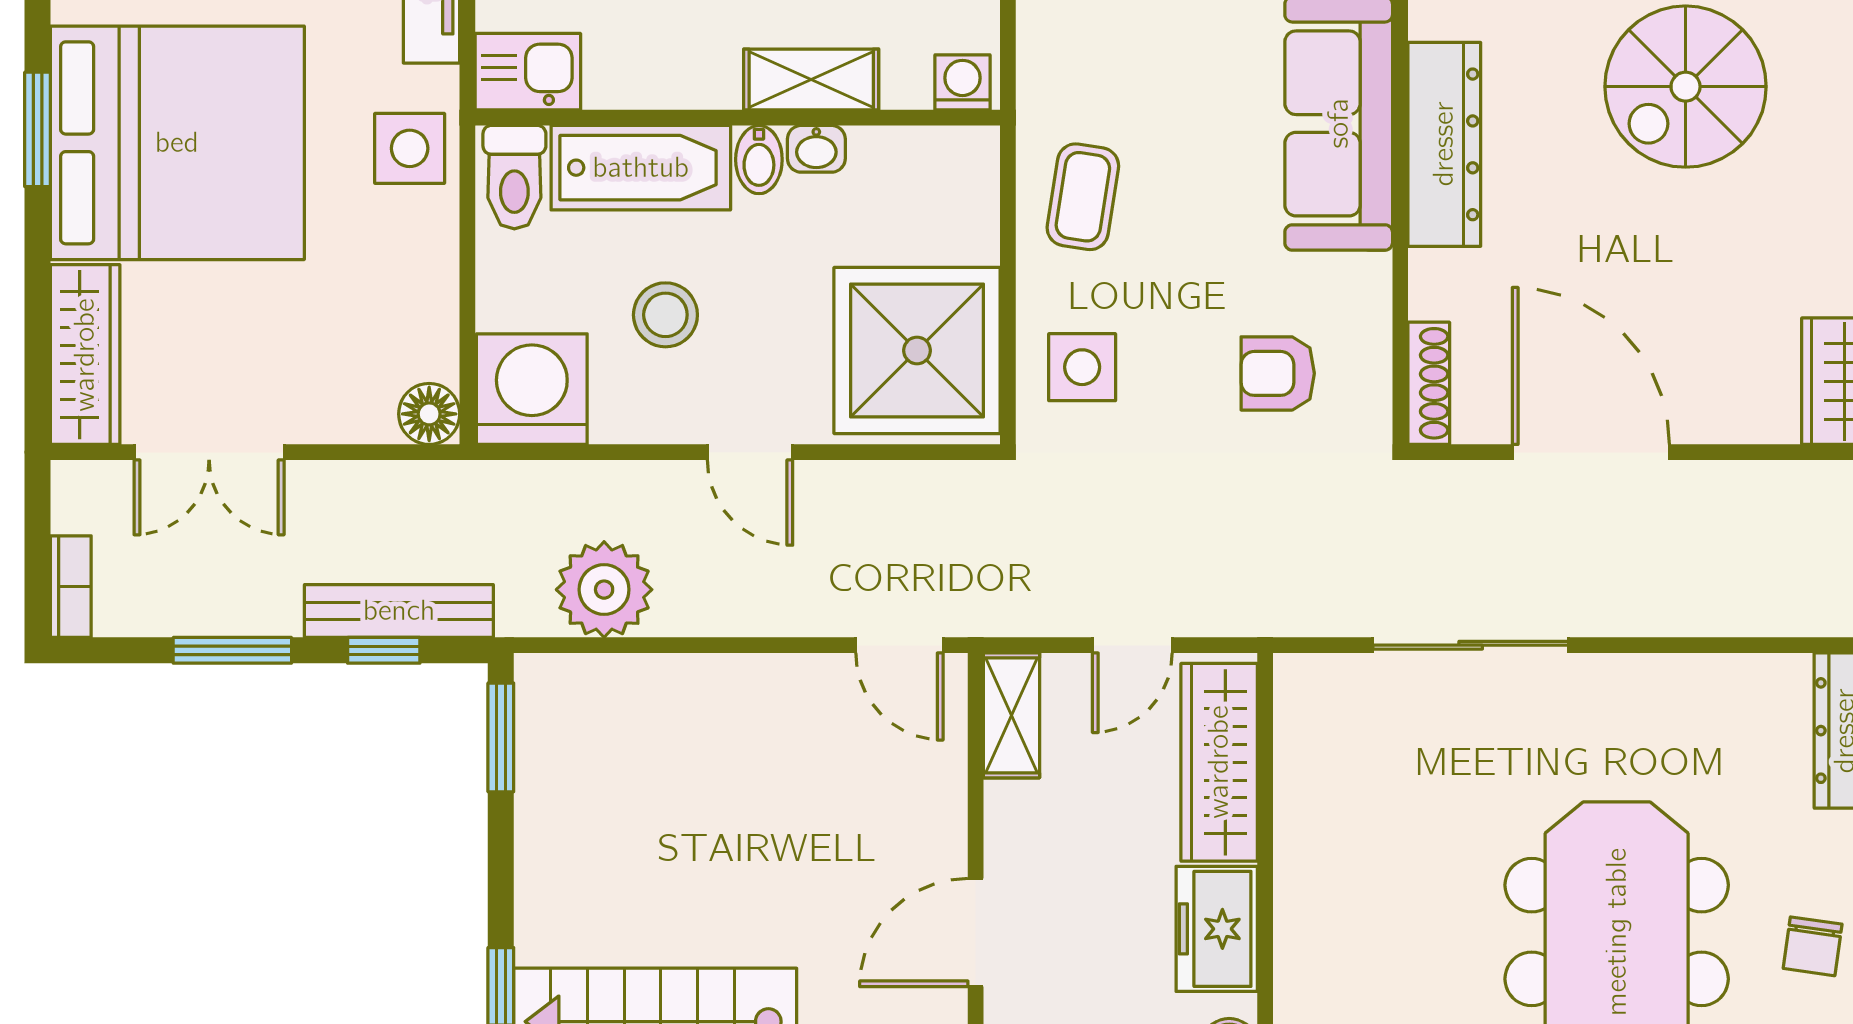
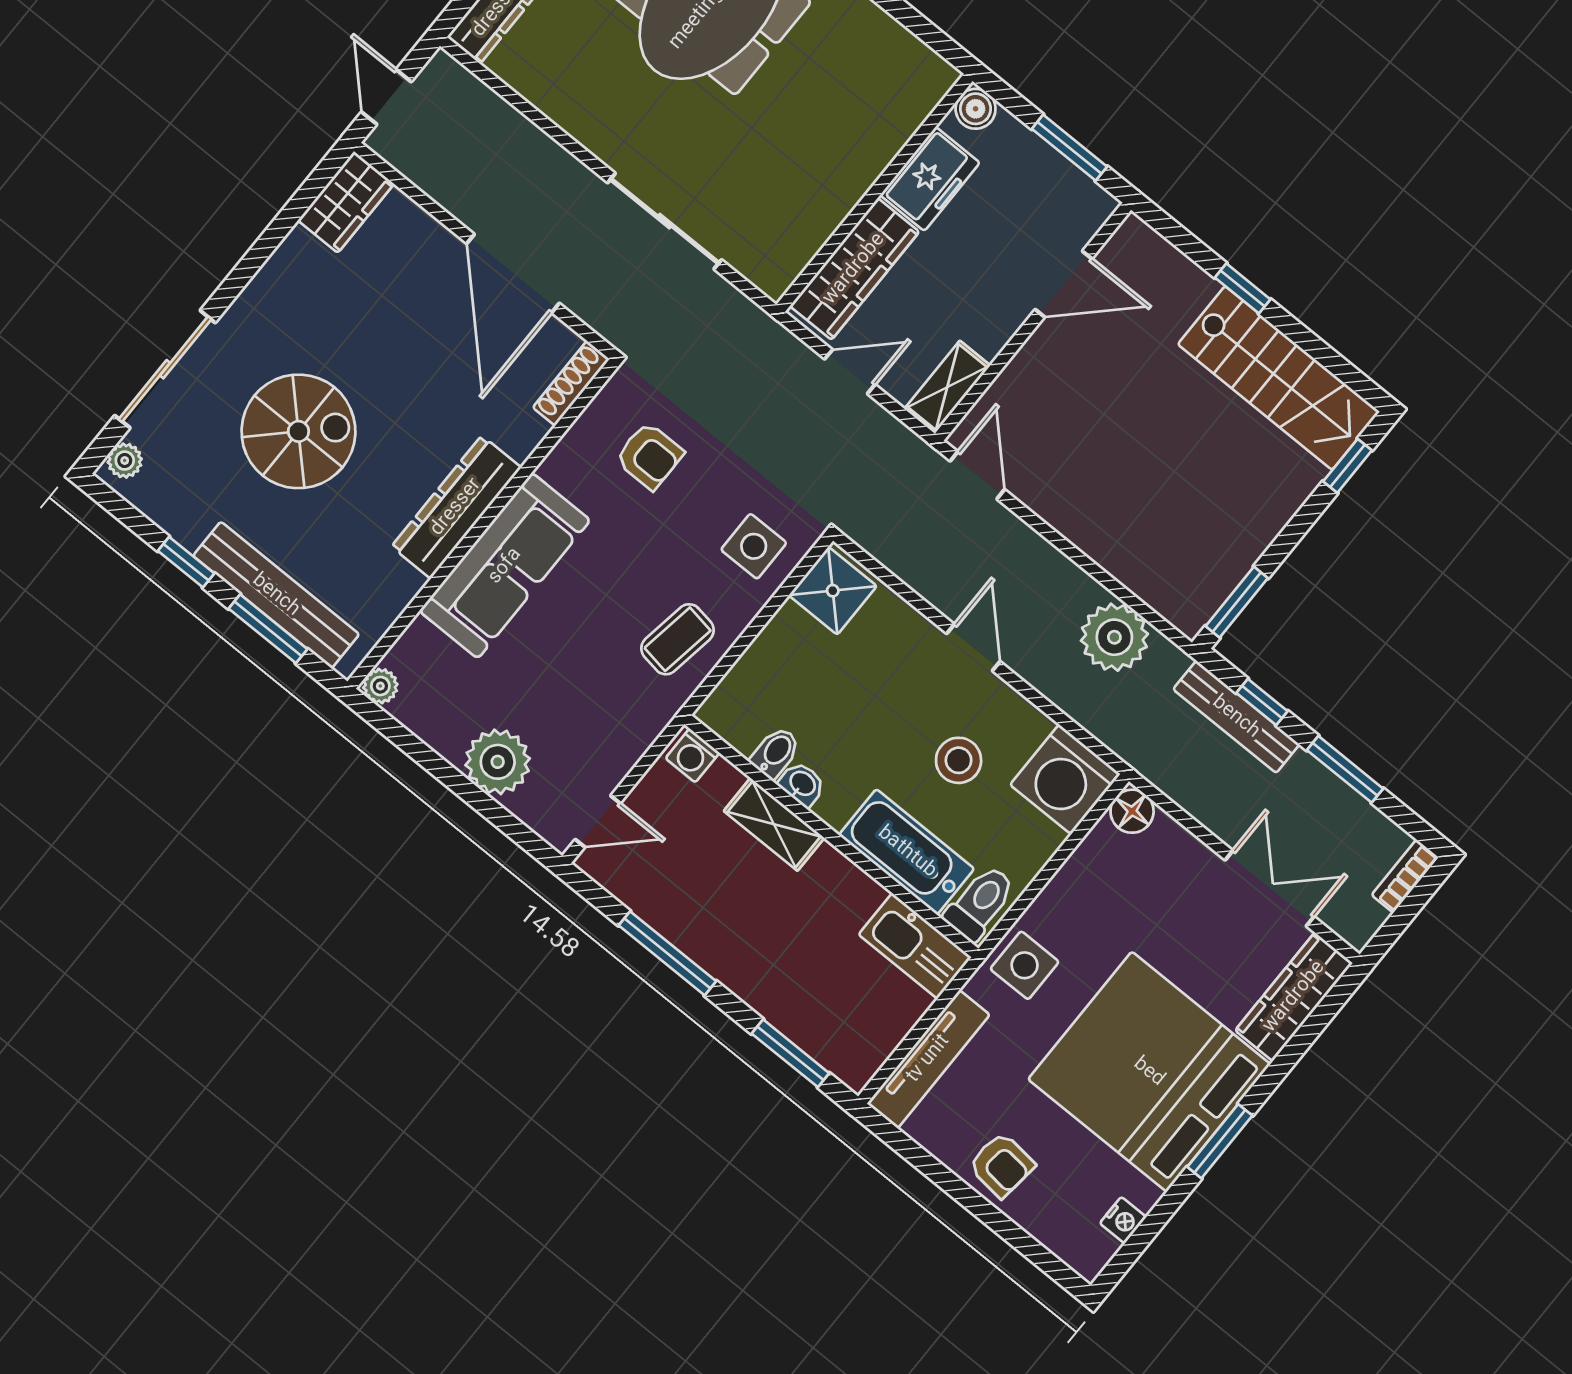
kitchen sink: (528, 72) -> (915, 946), width x1.38
bidet: (759, 160) -> (775, 753), moved
shower: (917, 350) -> (833, 591), width x0.54, depth x0.54

